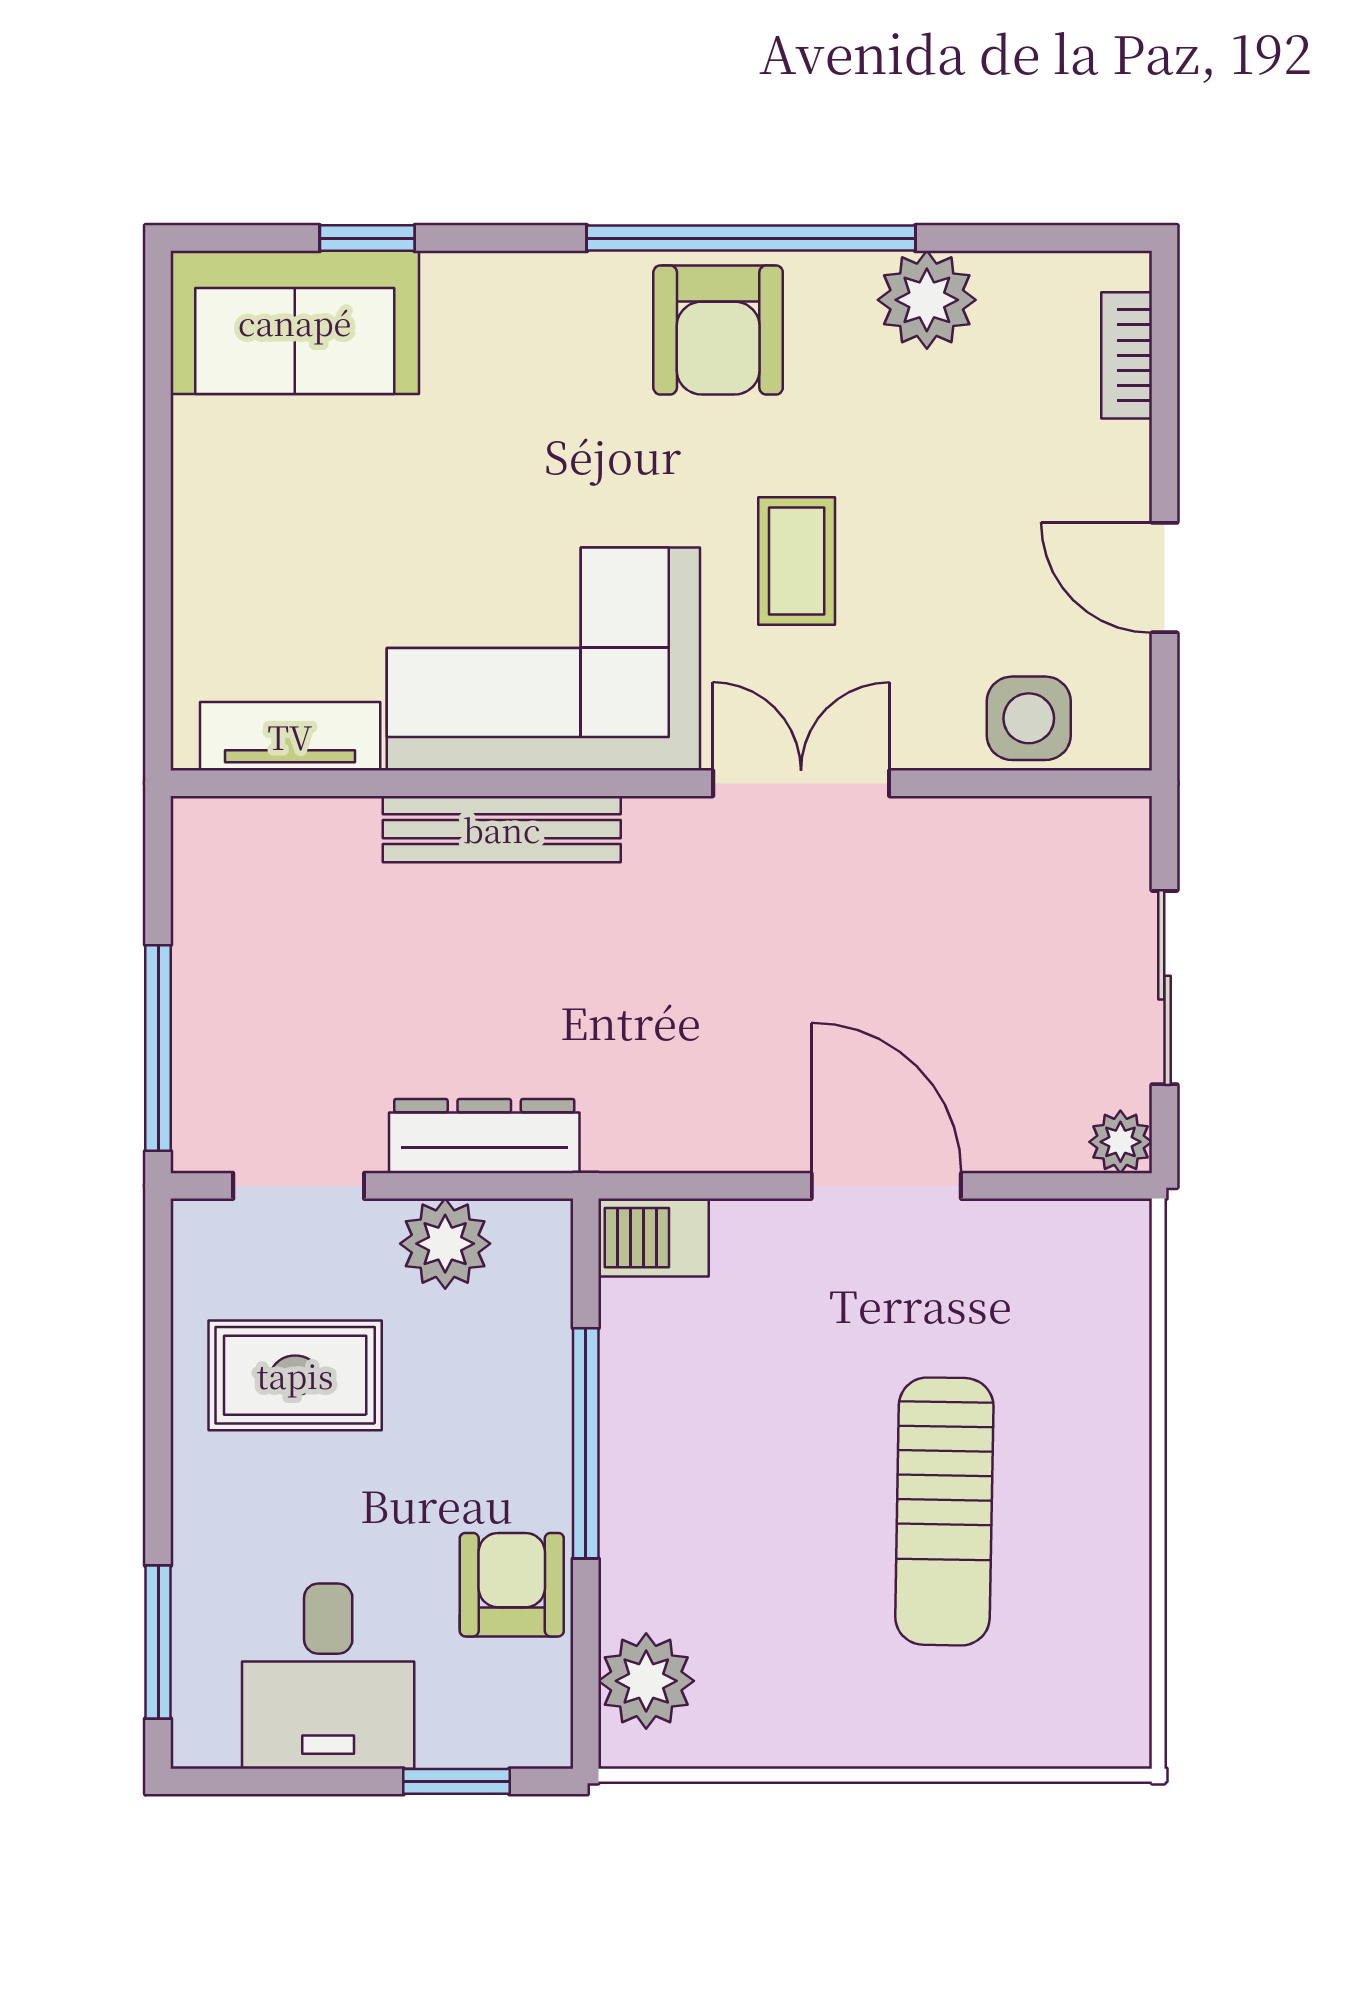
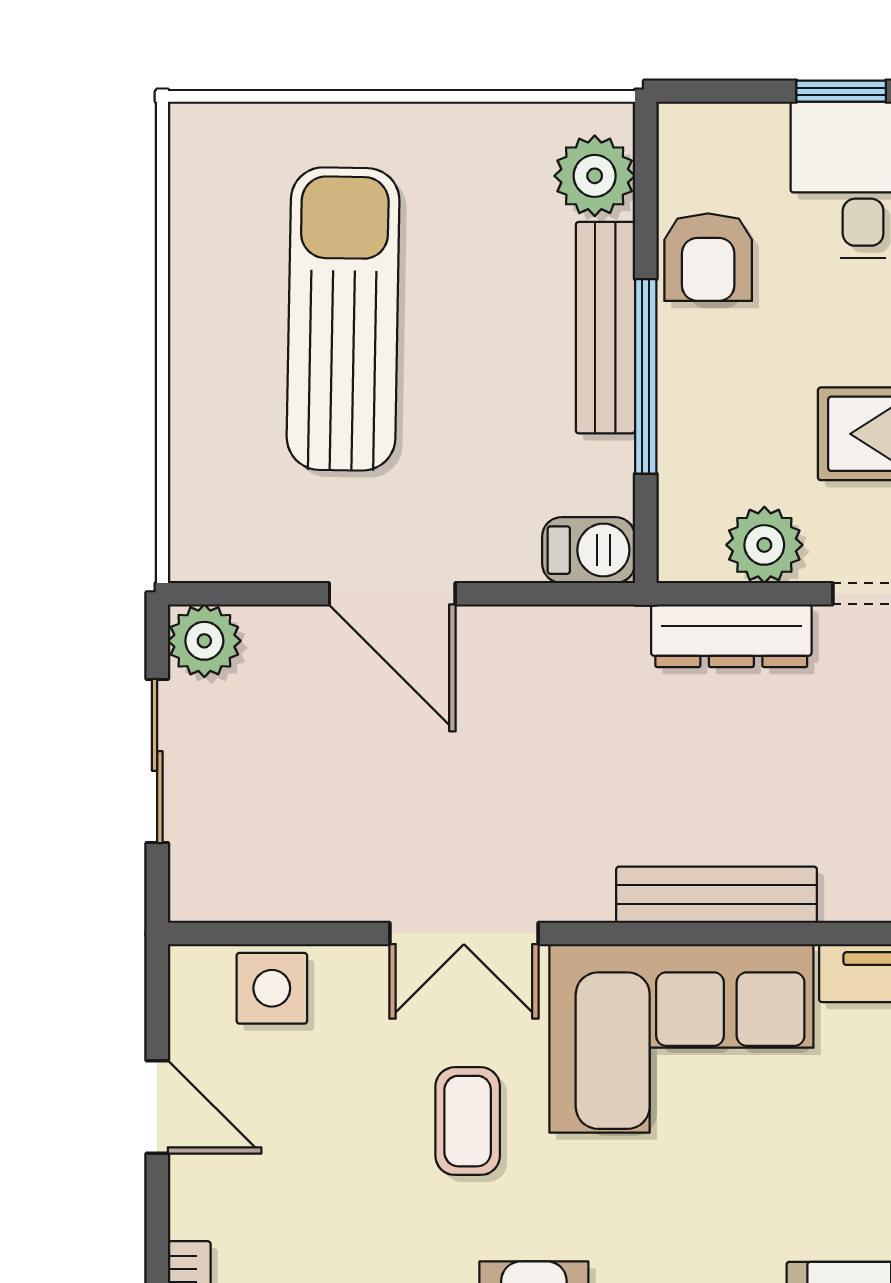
plant: (1120, 1142) -> (204, 641), width x1.38, depth x1.38
bench: (633, 1501) -> (605, 328), added
sun lounger: (944, 1511) -> (343, 319), width x1.36, depth x1.34
window: (456, 1781) -> (841, 91), moved

